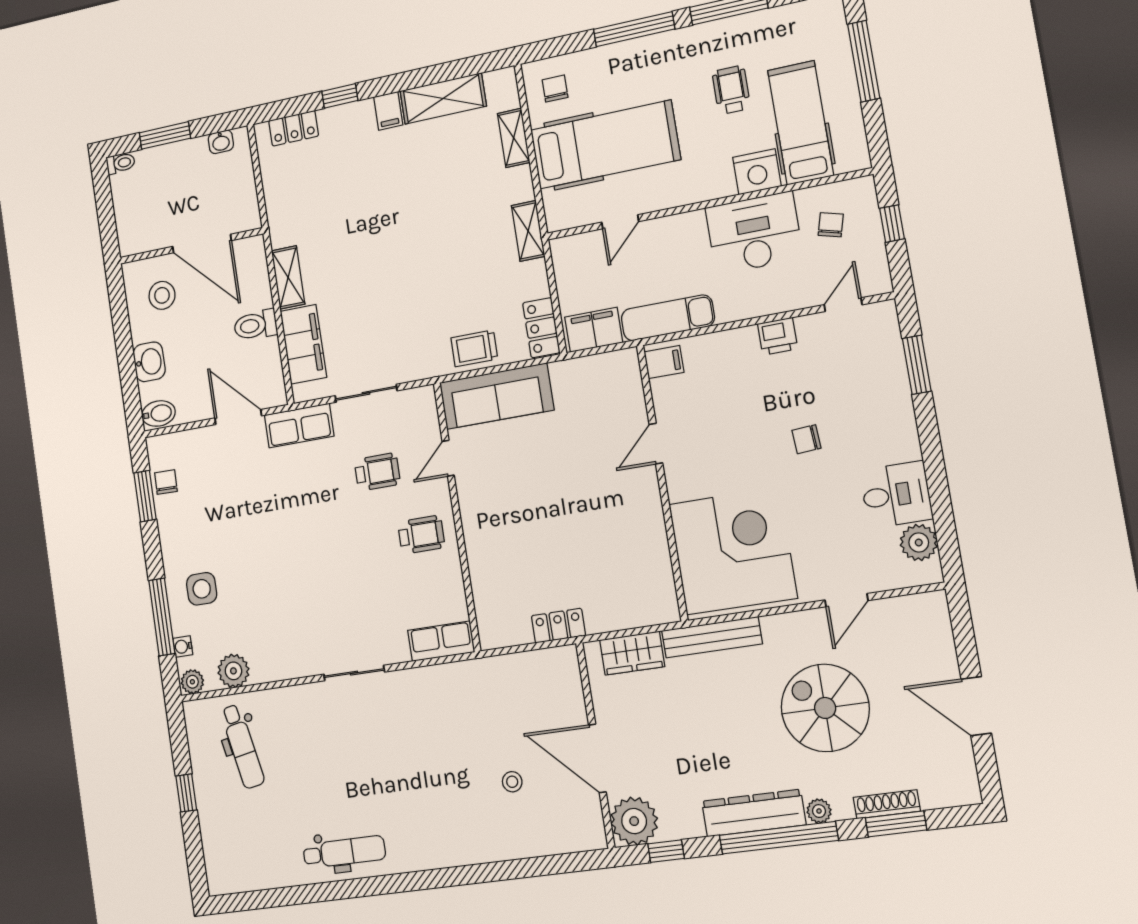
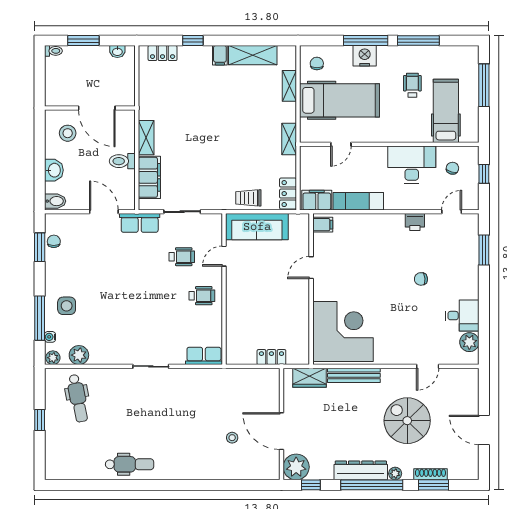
nightstand: (757, 172) -> (365, 56), moved, turned 180
filing cabinet: (664, 362) -> (323, 225), moved
door: (656, 444) -> (311, 268), moved
wall: (662, 482) -> (311, 289), moved
corner desk: (733, 551) -> (343, 332), moved

